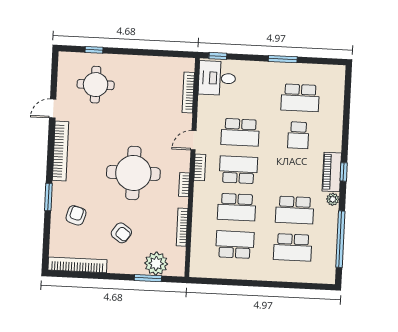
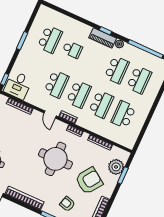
school desk: (238, 170) -> (79, 94), turned 180
armchair: (121, 233) -> (89, 181), width x1.88, depth x1.88

